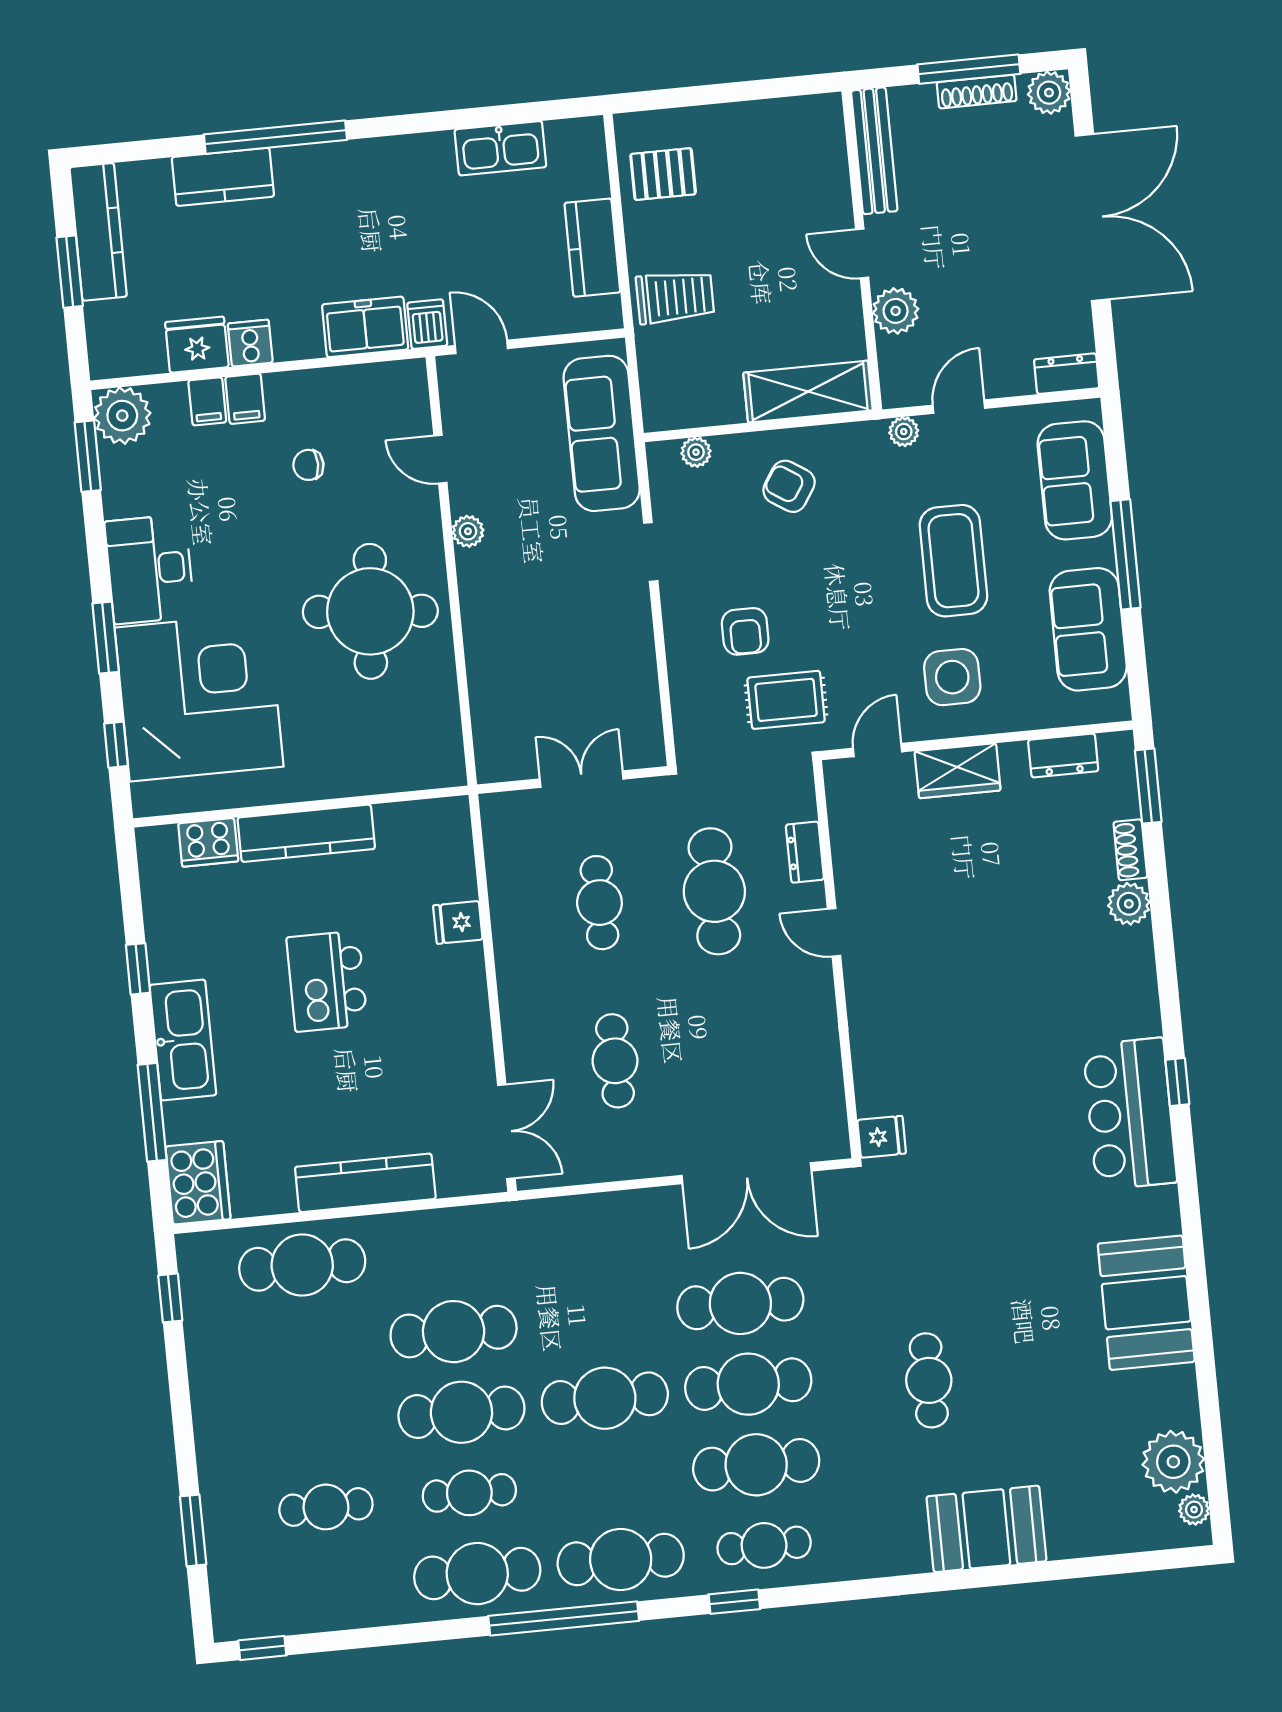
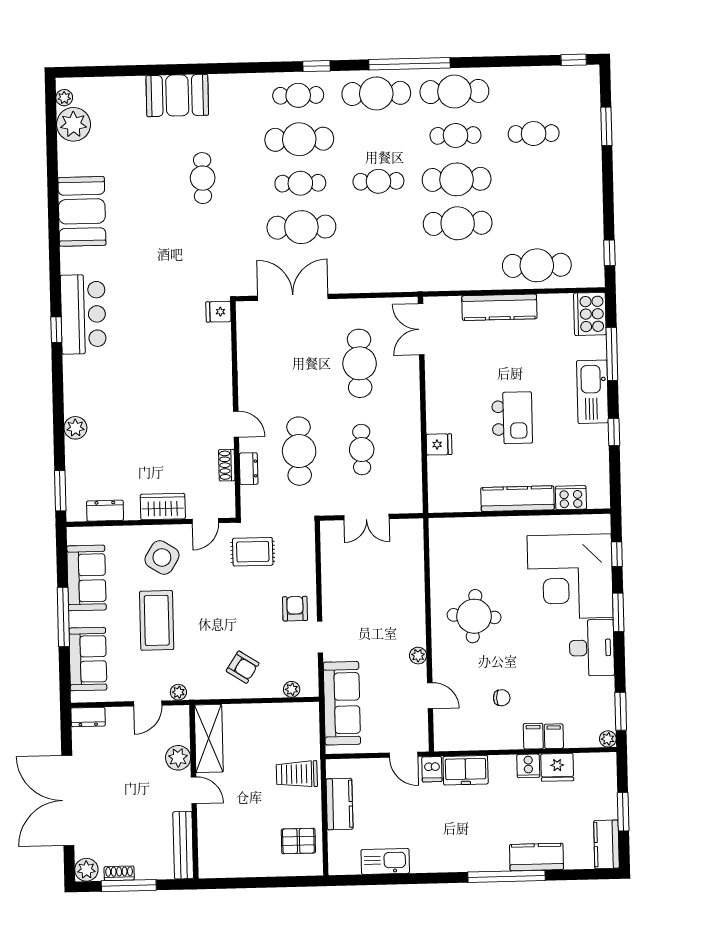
shoe rack: (977, 92) -> (119, 873), width x0.70
kitchen counter: (98, 232) -> (606, 844), width x0.67
shelving: (808, 392) -> (209, 738), moved, turned 90
plant: (122, 416) -> (608, 739), width x0.53, depth x0.53
round table: (370, 611) -> (474, 616), width x0.73, depth x0.73
armchair: (745, 631) -> (295, 609), moved
side table: (952, 677) -> (162, 557), turned 32
shoe rack: (1130, 850) -> (227, 465), moved, turned 180
cafe table: (615, 1061) -> (360, 363), width x1.37, depth x1.35
cafe table: (748, 1384) -> (300, 183), width x0.73, depth x0.74
cafe table: (605, 1398) -> (378, 181), width x0.73, depth x0.74

